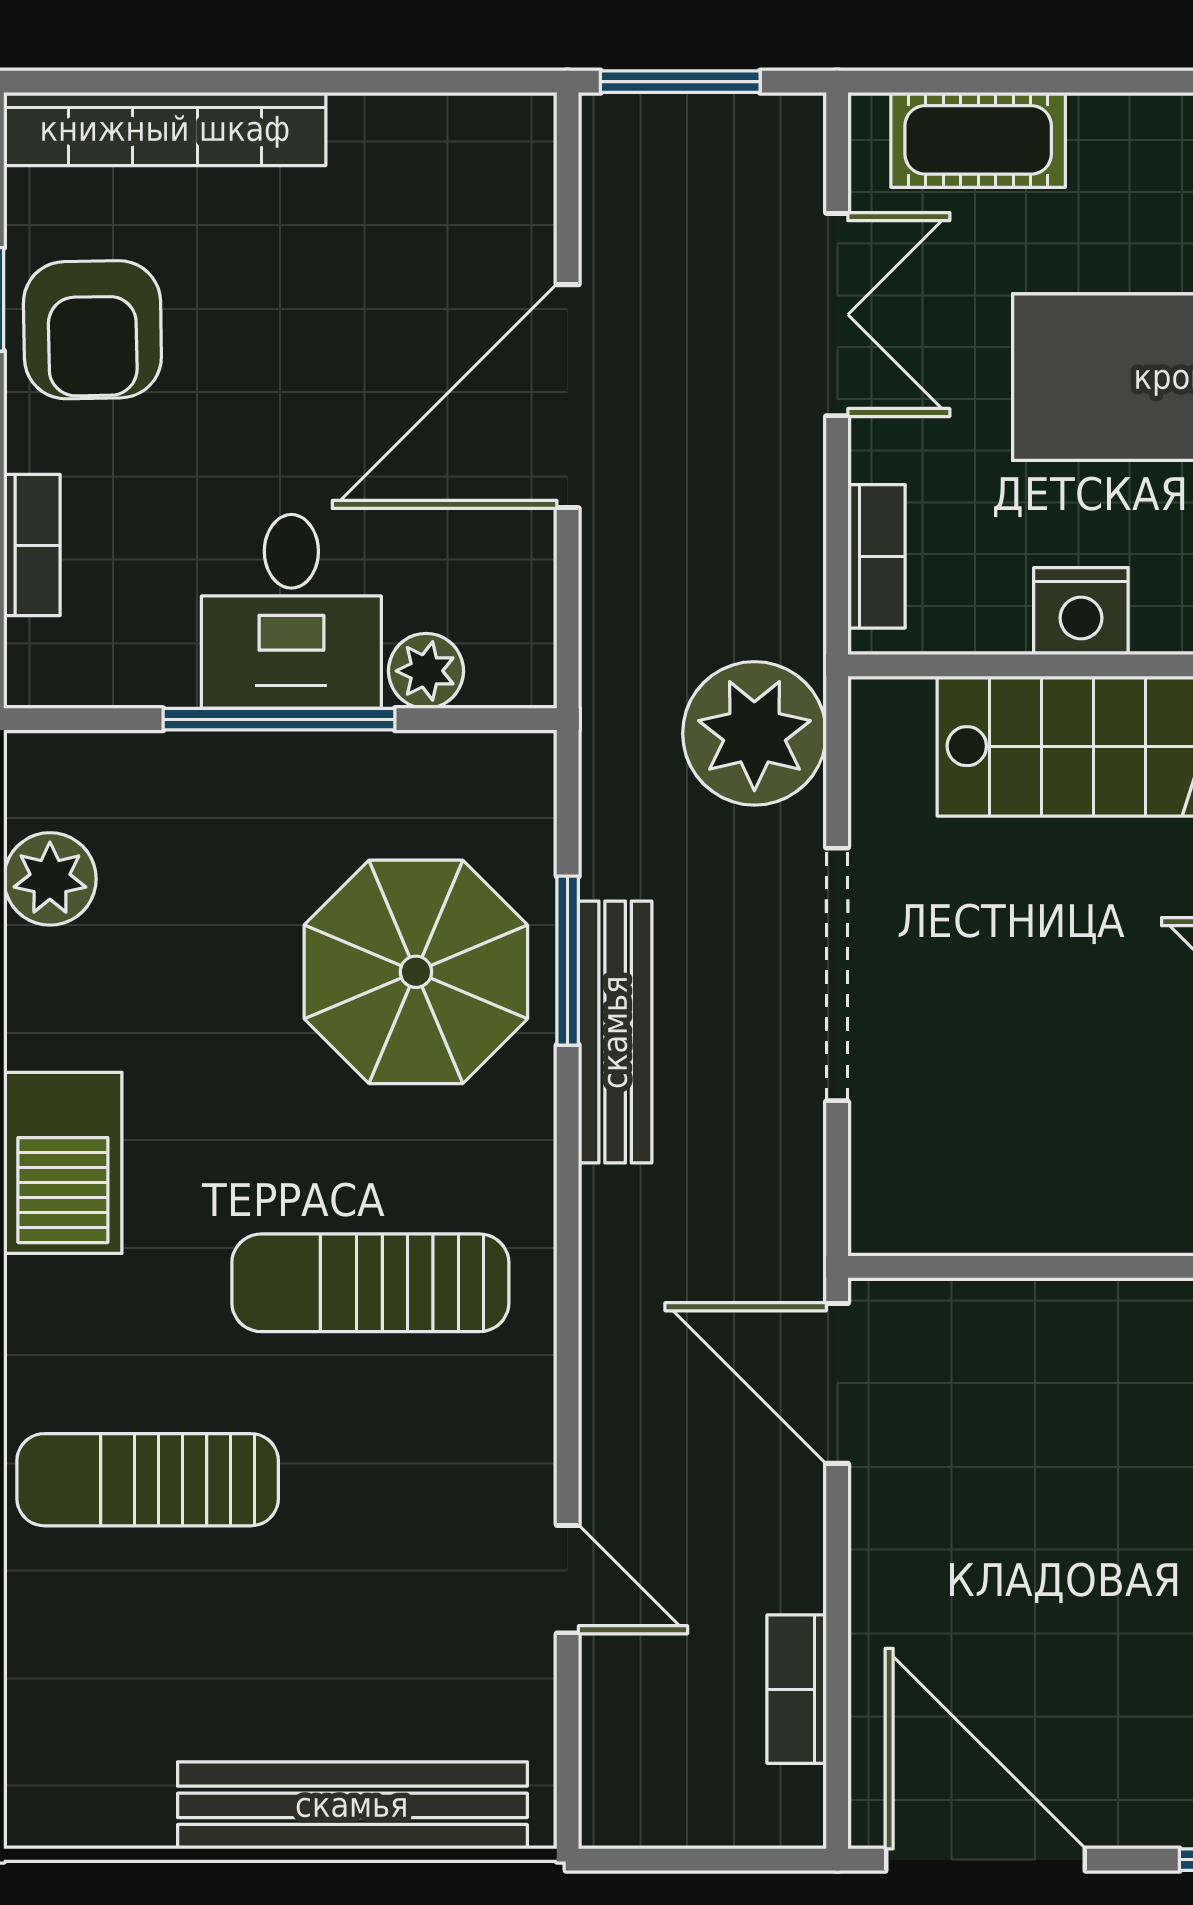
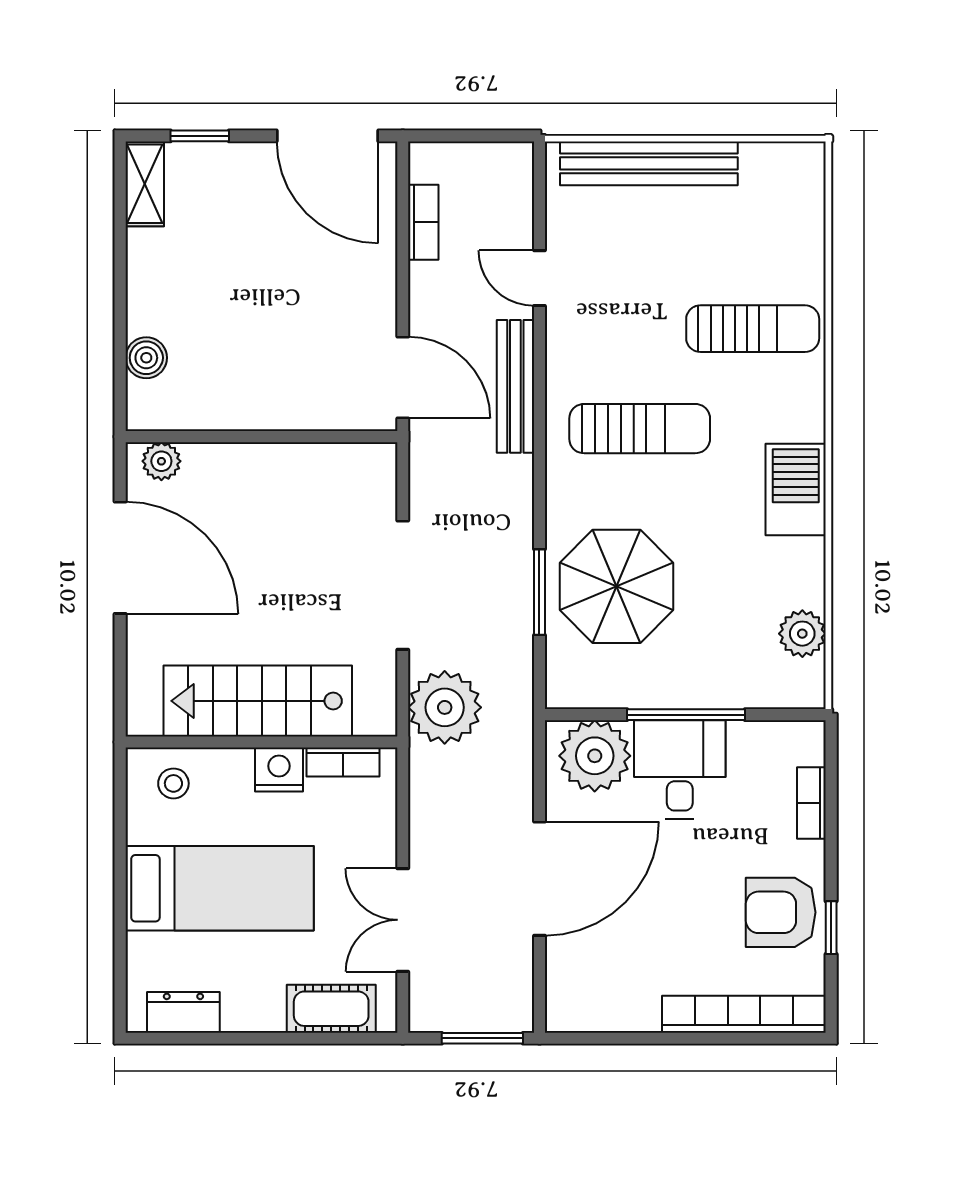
armchair: (92, 330) -> (781, 912), turned -89
bookcase: (877, 556) -> (343, 762), moved, turned -90
plant: (426, 671) -> (595, 756), width x1.88, depth x1.88
bench: (615, 1032) -> (515, 386), moved

